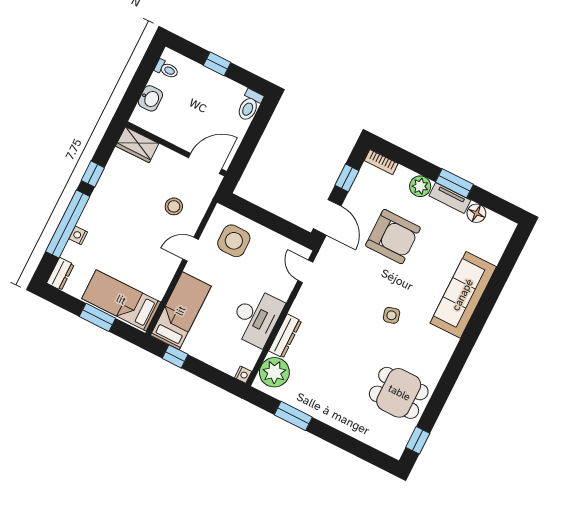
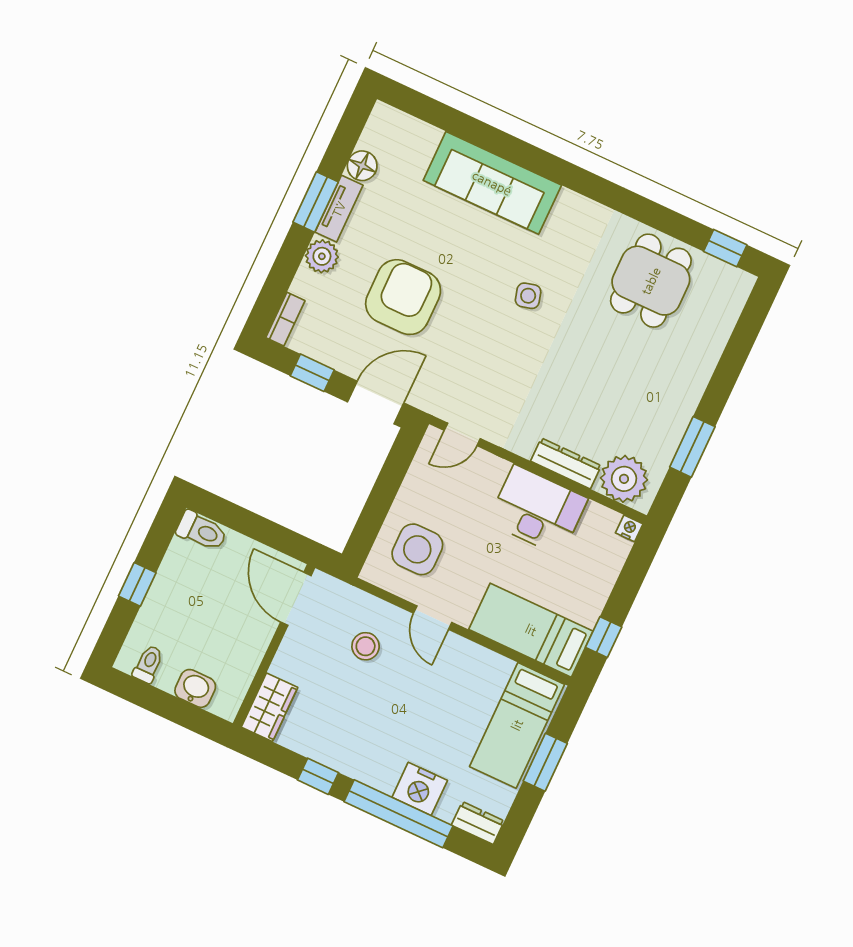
nightstand: (78, 235) -> (420, 789), width x1.89, depth x1.79

